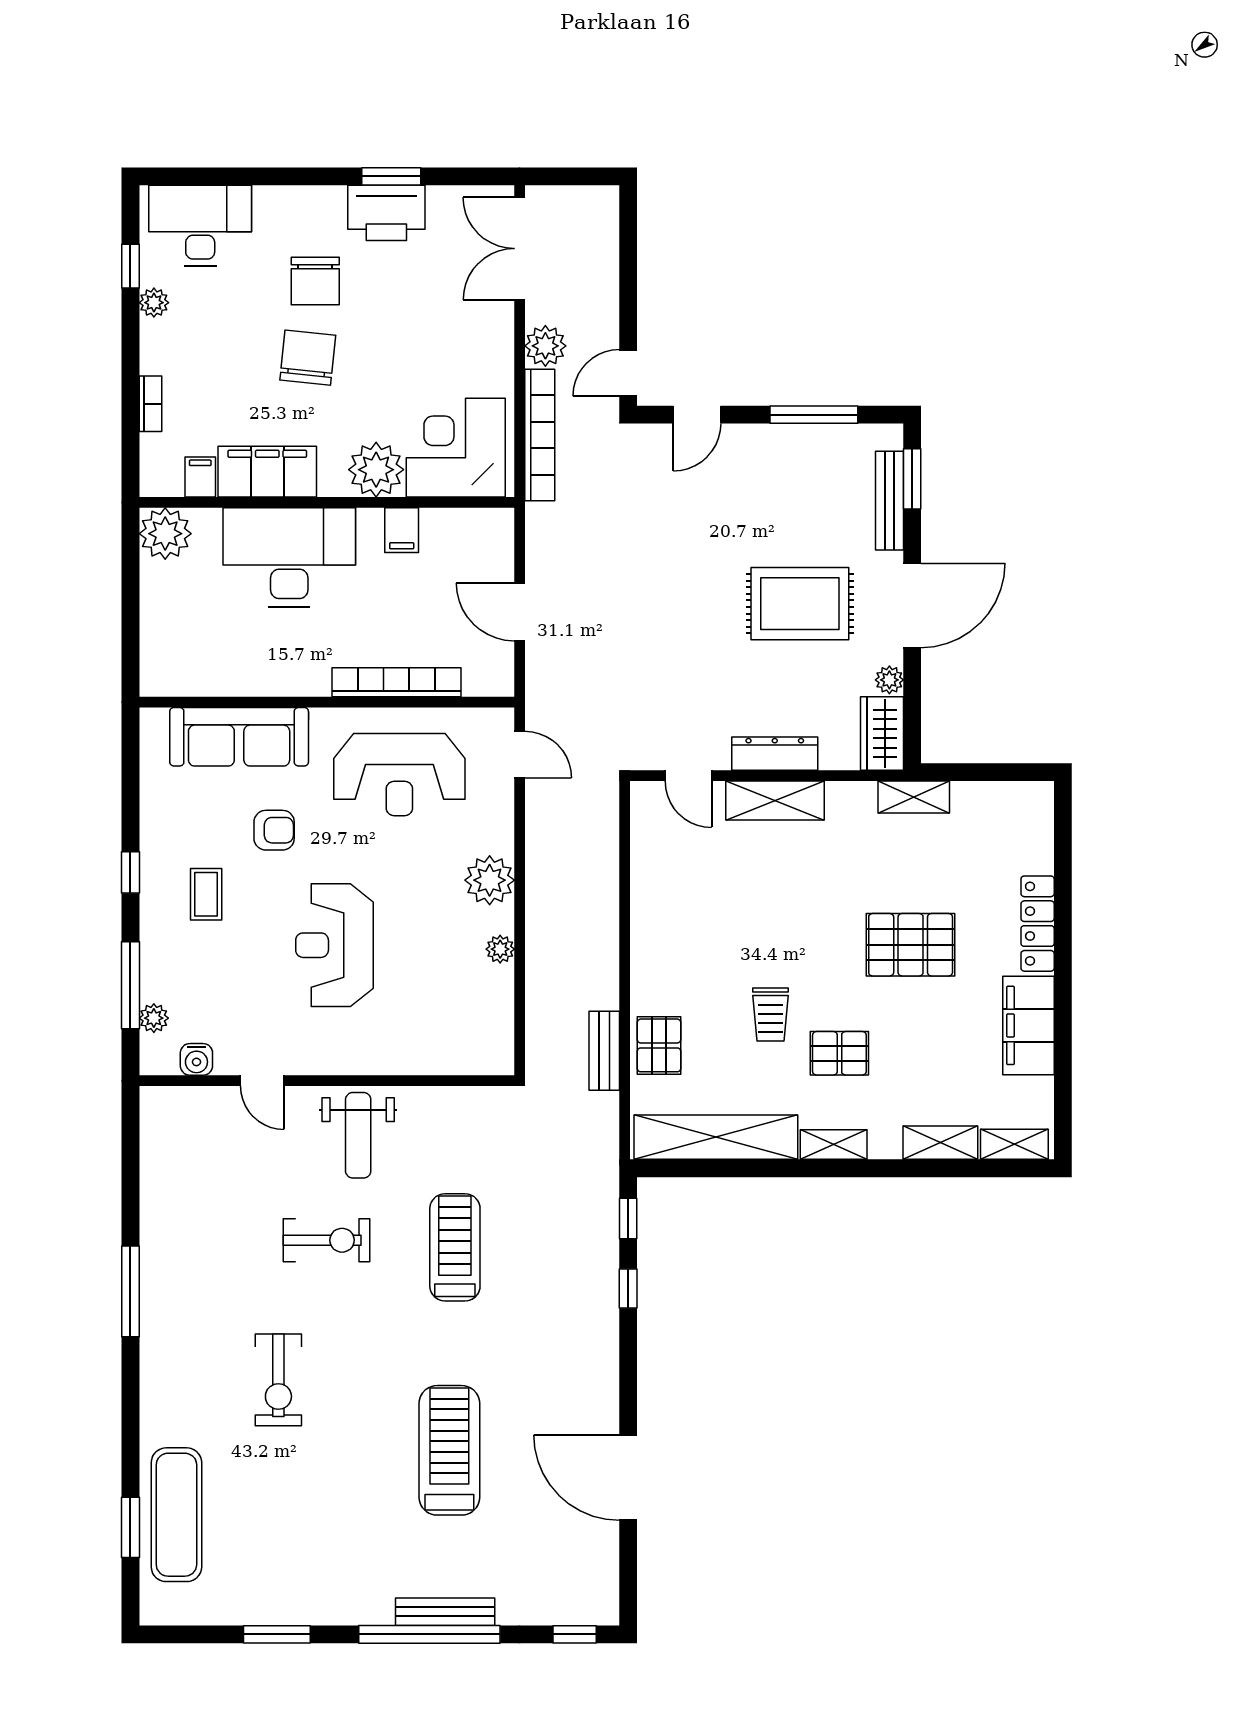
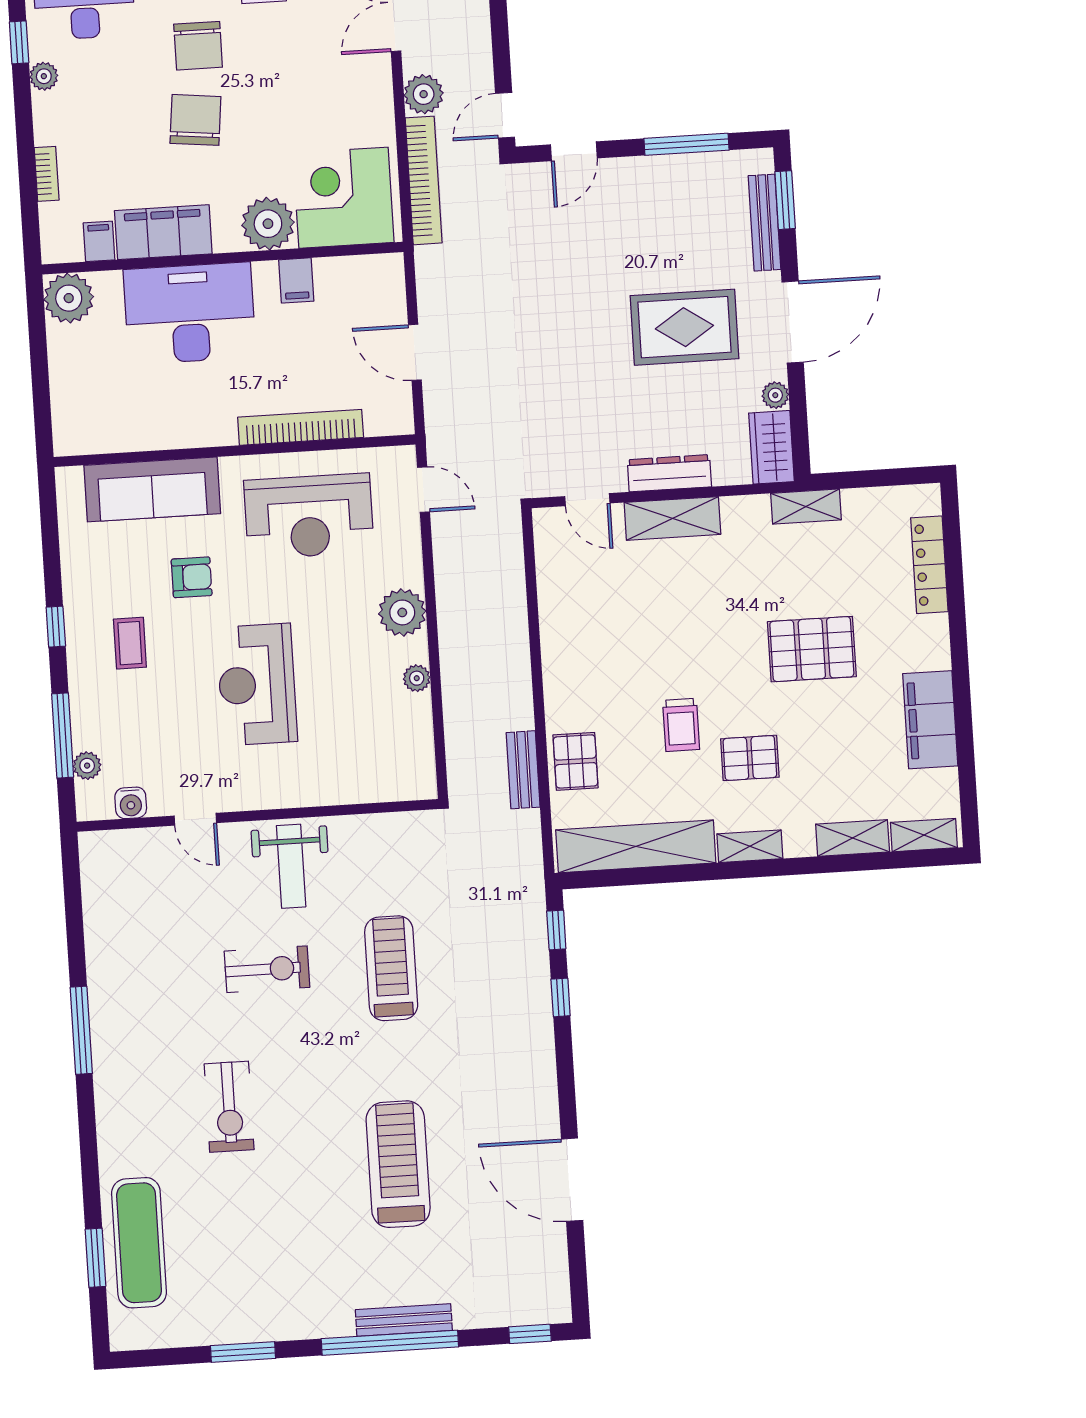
locker: (1038, 924) -> (929, 565), moved

